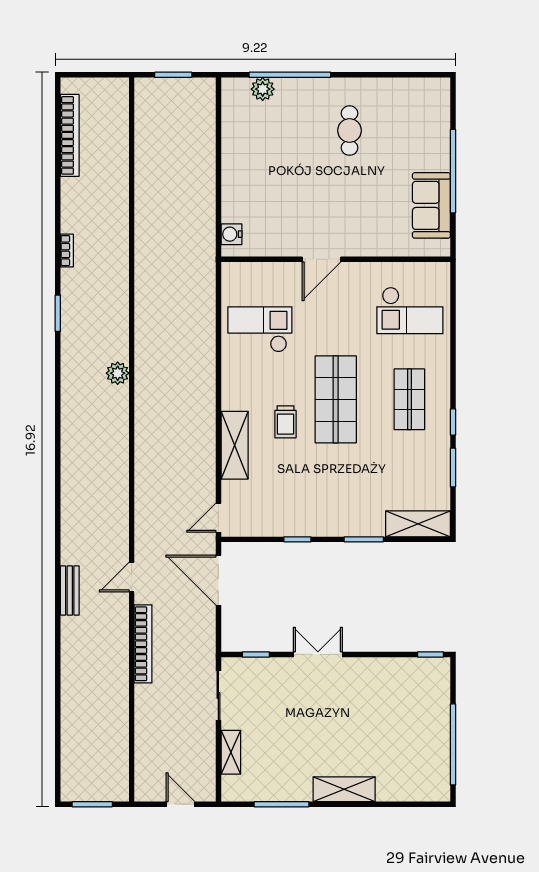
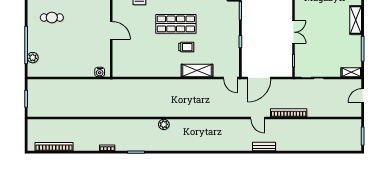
checkout: (260, 329) -> (144, 59), removed
double door: (318, 654) -> (293, 32), swing flipped
shelving: (231, 752) -> (351, 72), moved

